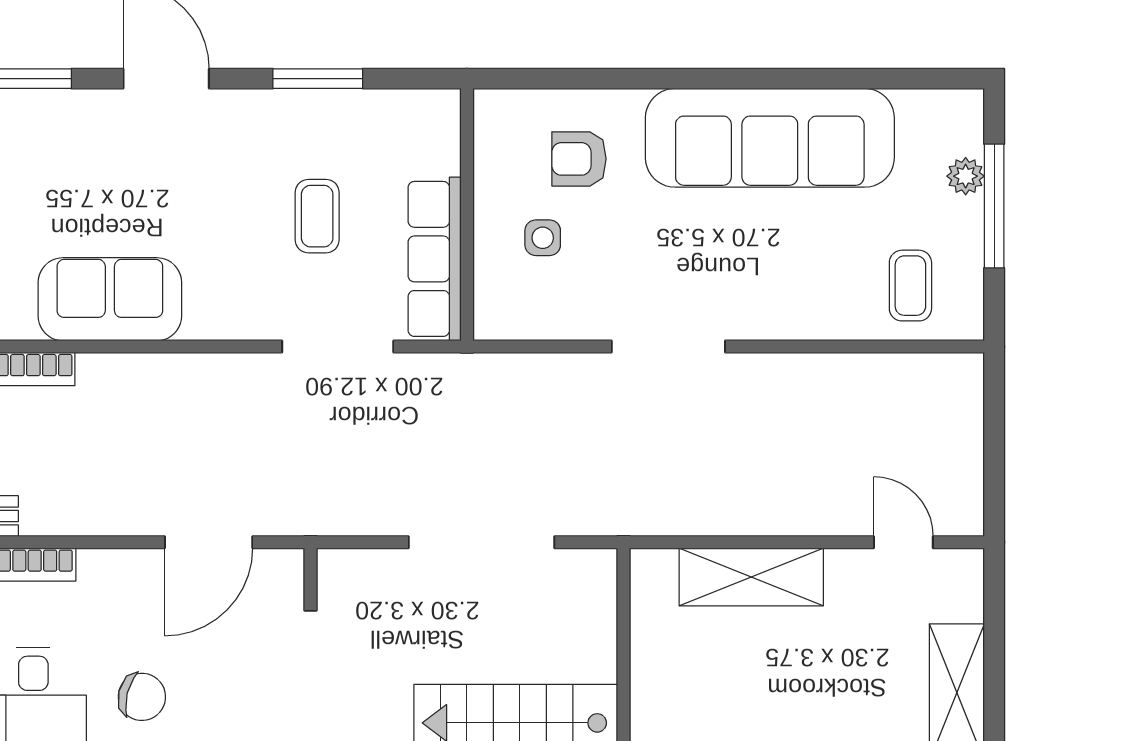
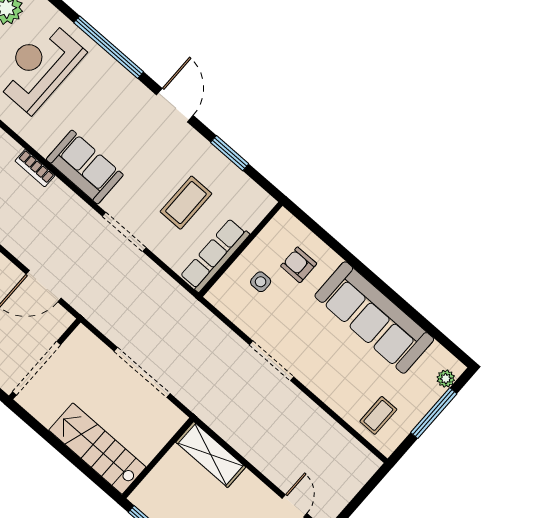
plant: (966, 176) -> (446, 379), moved
coffee table: (317, 216) -> (186, 203), width x1.36, depth x1.30
doorway: (338, 347) -> (124, 232), moved
shelving: (751, 577) -> (211, 455), moved

